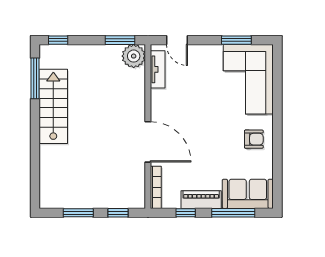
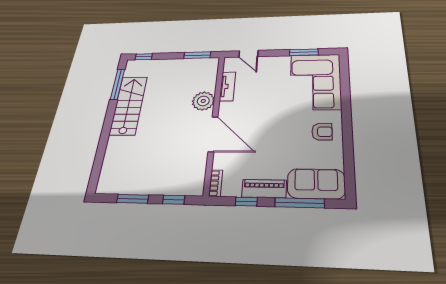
plant: (134, 56) -> (203, 101), moved
tv unit: (158, 69) -> (228, 86), moved
bookcase: (156, 187) -> (216, 183), width x0.64

